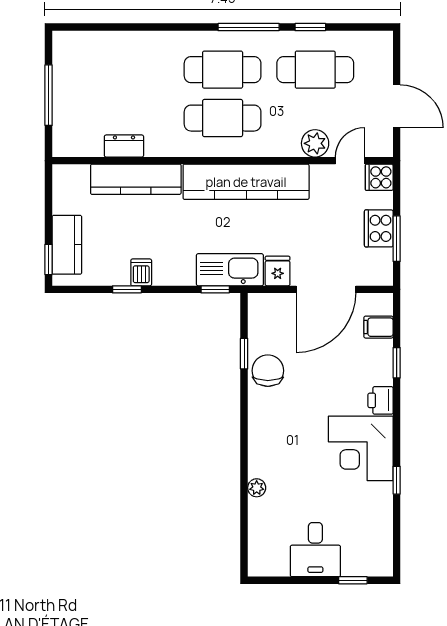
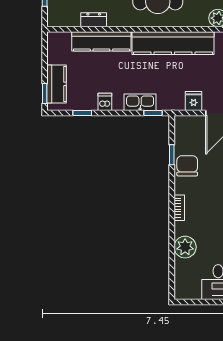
kitchen sink: (230, 270) -> (140, 102), moved, width x0.73, depth x0.81
window: (127, 289) -> (82, 113), moved
bookcase: (256, 435) -> (179, 208), added
plant: (257, 488) -> (185, 247), width x1.88, depth x1.88

